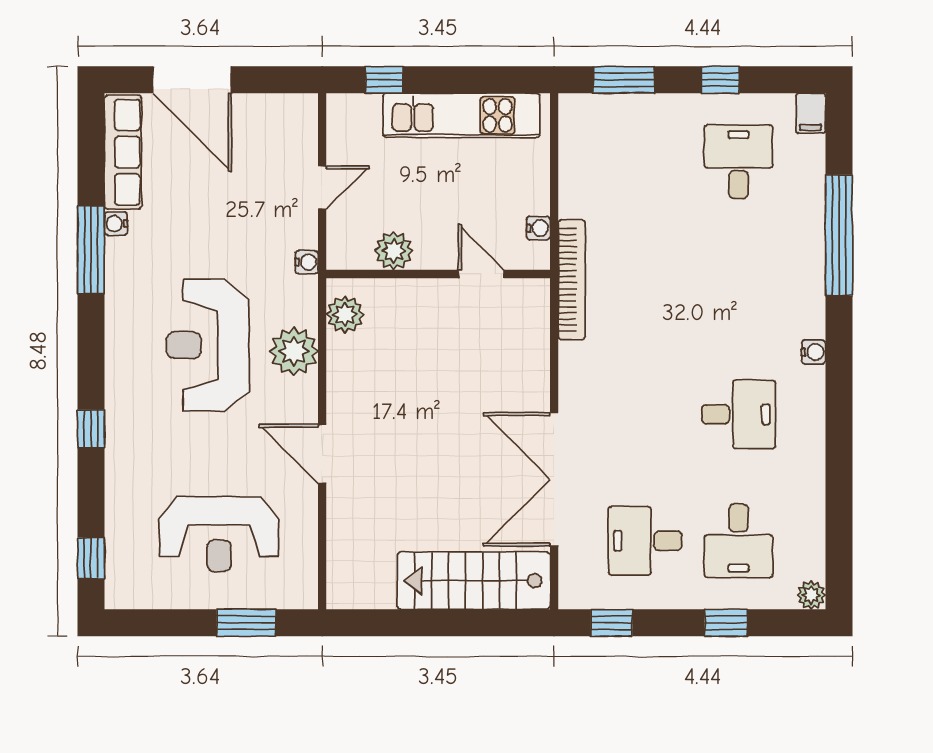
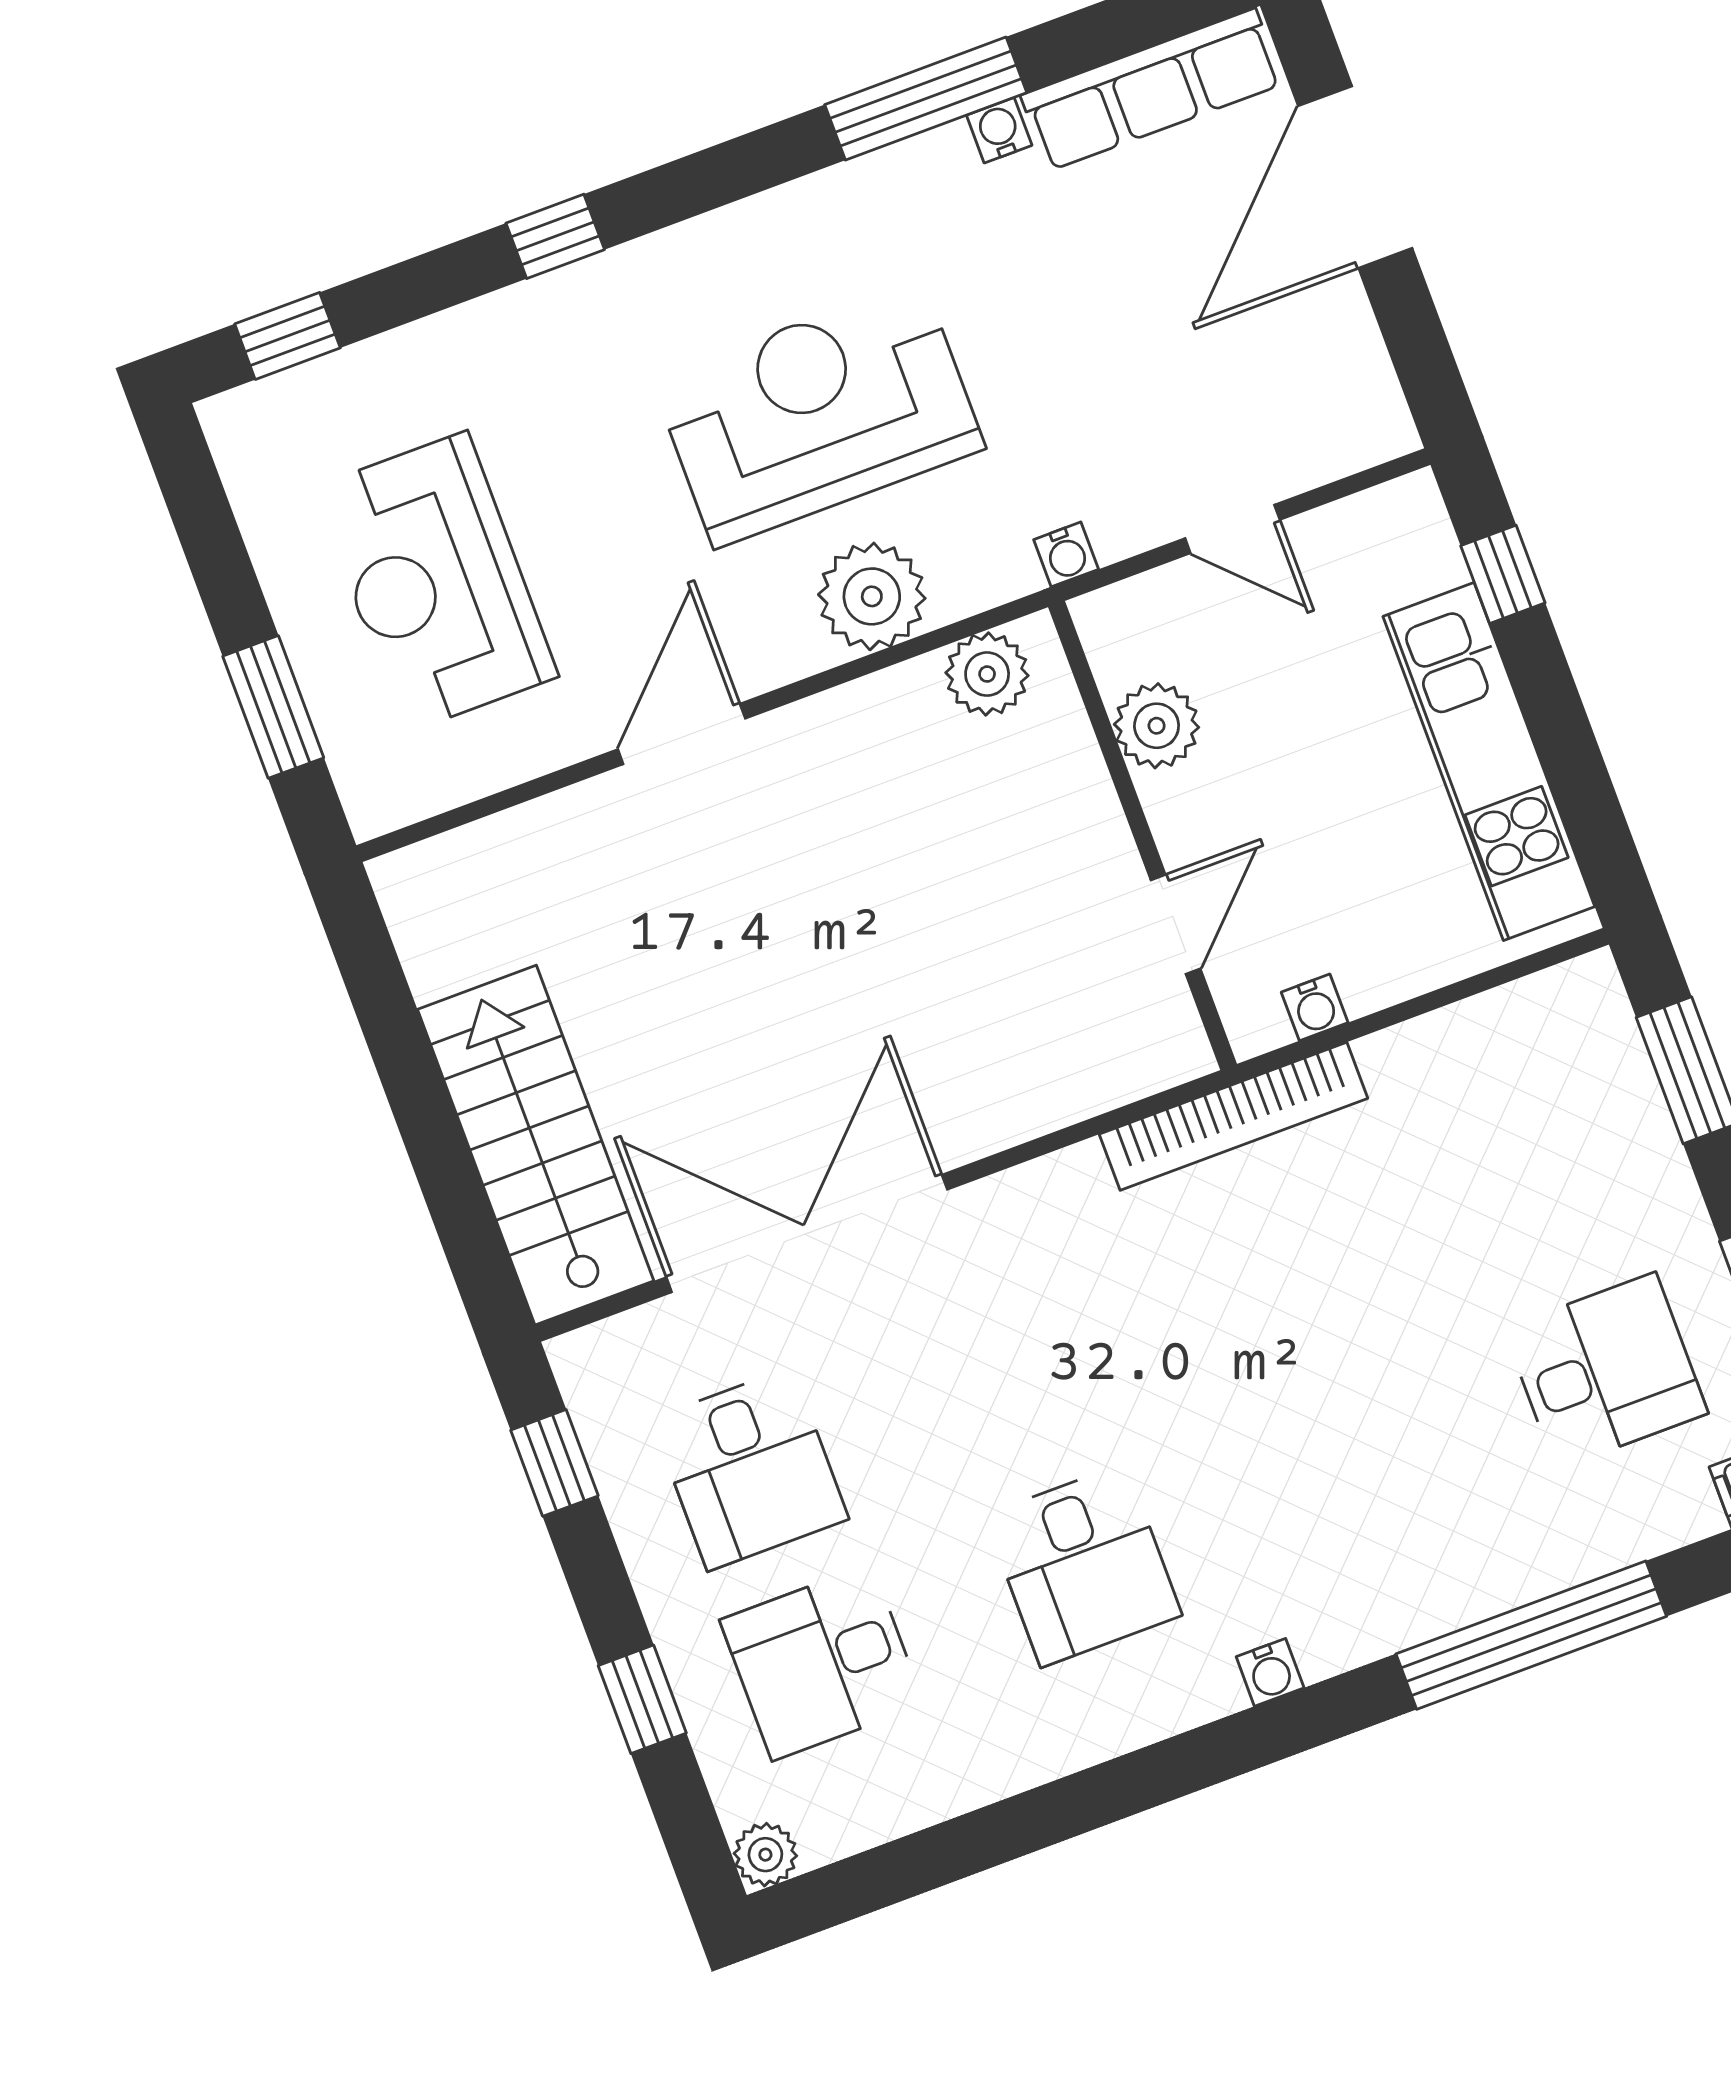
desk: (645, 541) -> (750, 1469), turned 180

